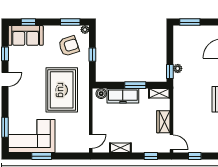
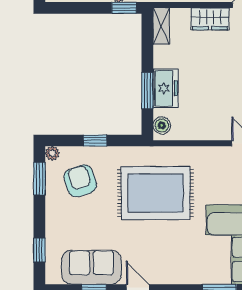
sofa: (26, 35) -> (91, 267), moved, turned -90
window: (135, 85) -> (147, 91), moved
freezer: (123, 96) -> (166, 88), width x0.71

